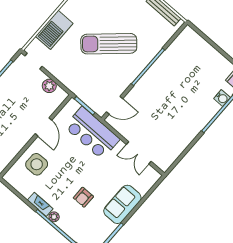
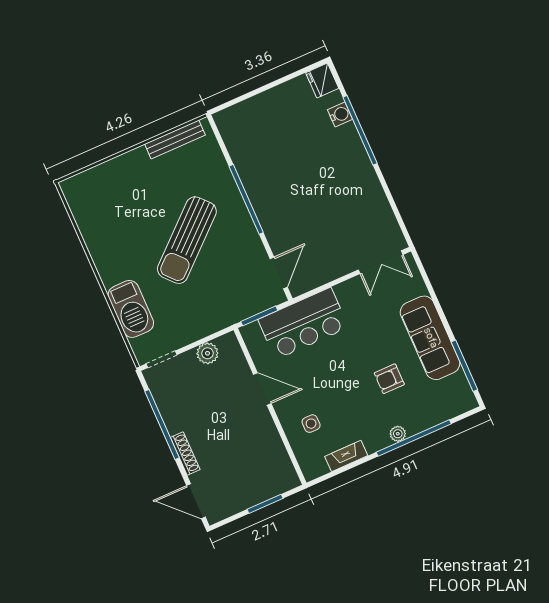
double door: (139, 153) -> (381, 262), moved
side table: (37, 164) -> (311, 424), width x0.54, depth x0.54
armchair: (83, 197) -> (389, 379), turned 90
fireplace: (40, 204) -> (346, 456), moved
sofa: (122, 204) -> (430, 338), width x1.36

